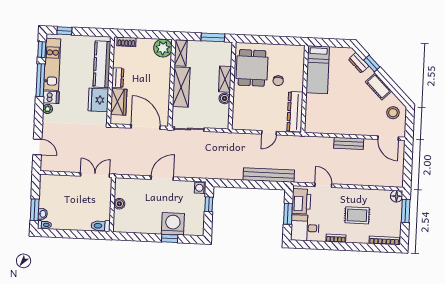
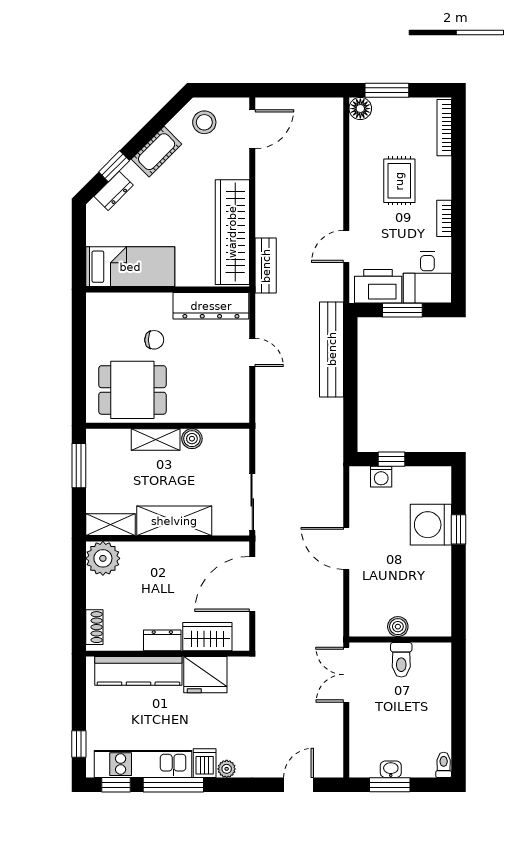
wardrobe: (334, 125) -> (232, 232), added
bench: (349, 143) -> (266, 266), moved
washing machine: (200, 188) -> (381, 477), moved
window: (35, 210) -> (390, 785), moved
washbasin: (43, 214) -> (391, 769), moved
toilet: (101, 226) -> (401, 660), moved

